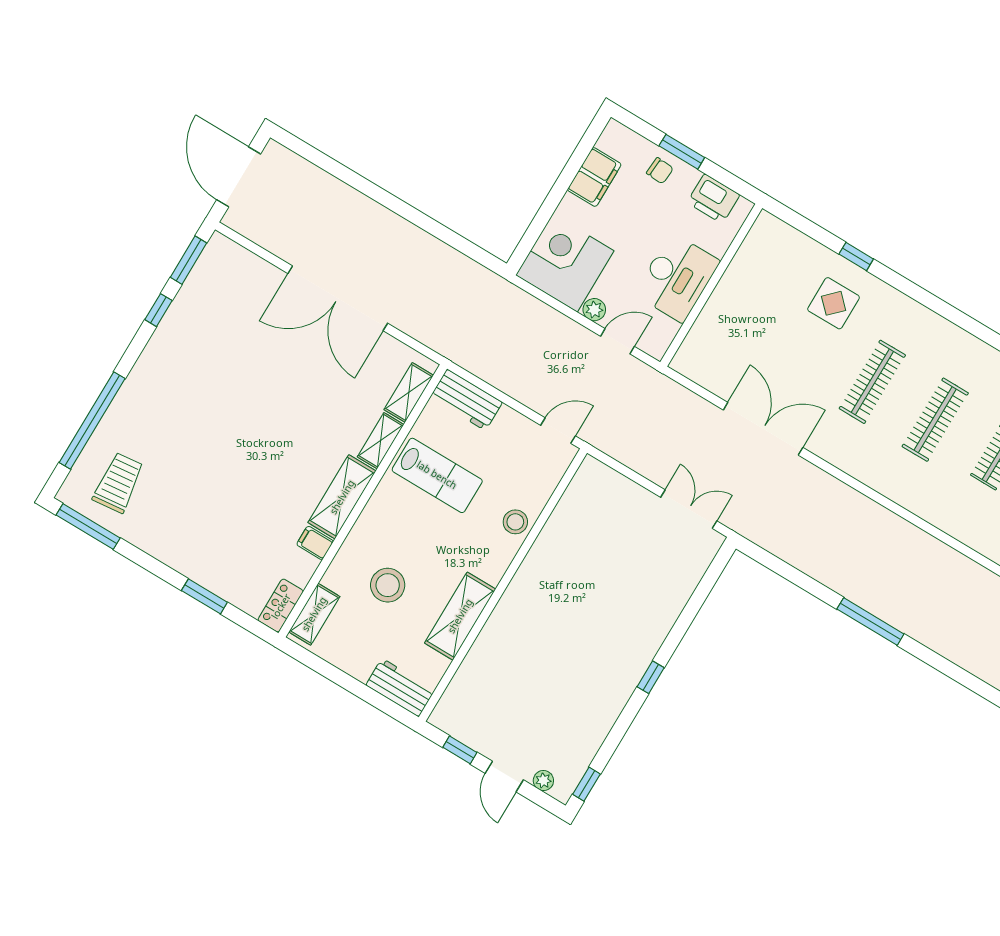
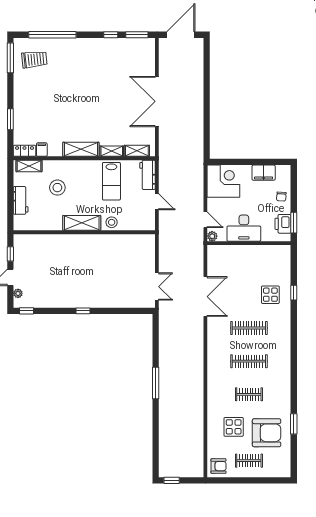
window: (682, 152) -> (294, 223), moved
plant: (594, 310) -> (212, 236), moved
door: (558, 431) -> (157, 202), moved
filing cabinet: (315, 543) -> (42, 150), moved
shelving: (460, 616) -> (82, 223), moved
workbench: (400, 688) -> (21, 200), moved

